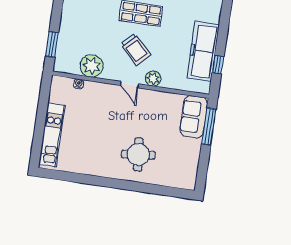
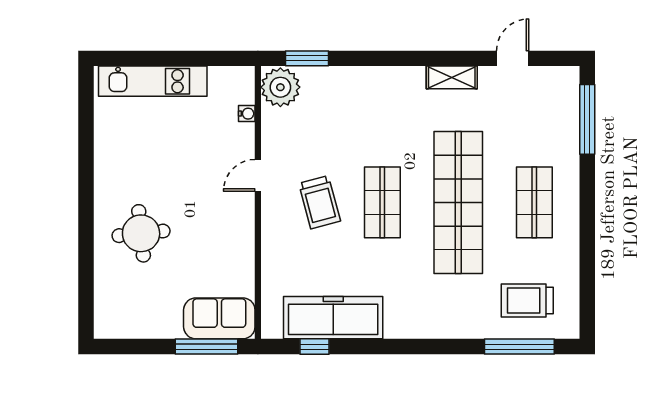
trolley: (136, 49) -> (320, 202), turned -60
plant: (92, 66) -> (280, 87), moved
plant: (153, 79) -> (274, 239), removed
door: (129, 85) -> (258, 175), moved

